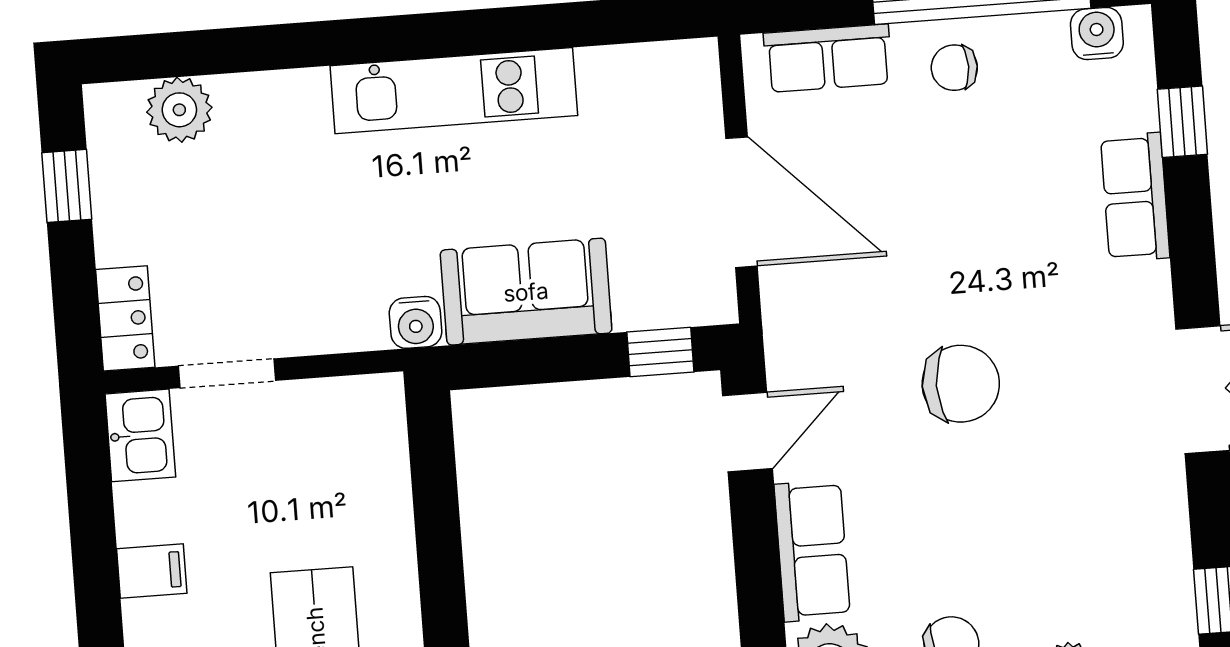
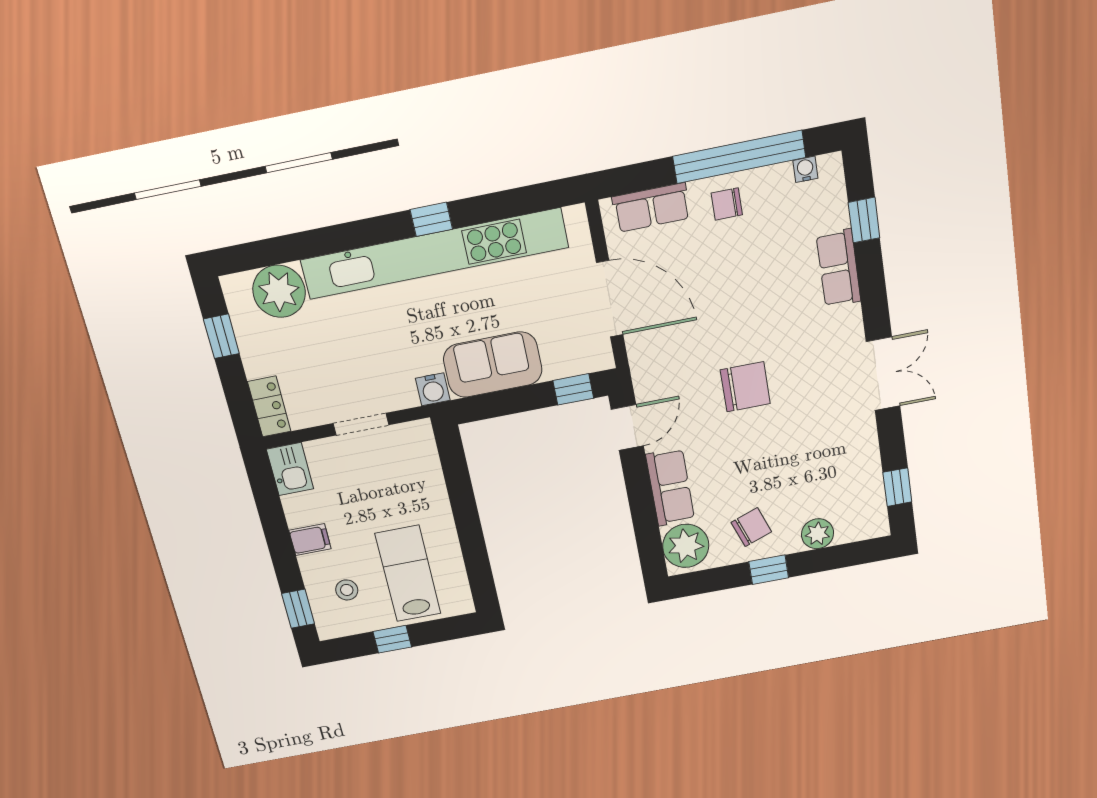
window: (458, 33) -> (431, 219), added
water cooler: (1097, 34) -> (805, 169), width x0.72, depth x0.72
kitchen unit: (454, 91) -> (434, 254), width x1.86
plant: (179, 110) -> (279, 291), width x1.36, depth x1.36
doorway: (227, 373) -> (361, 424), moved

